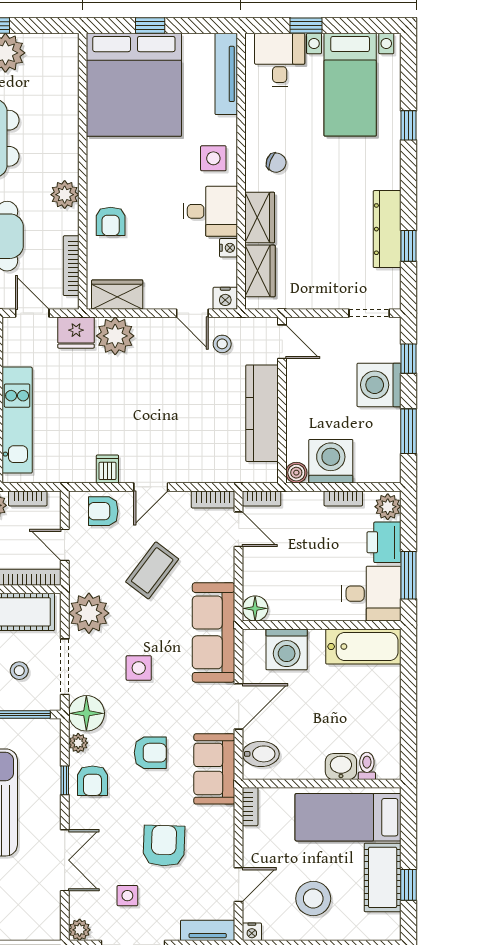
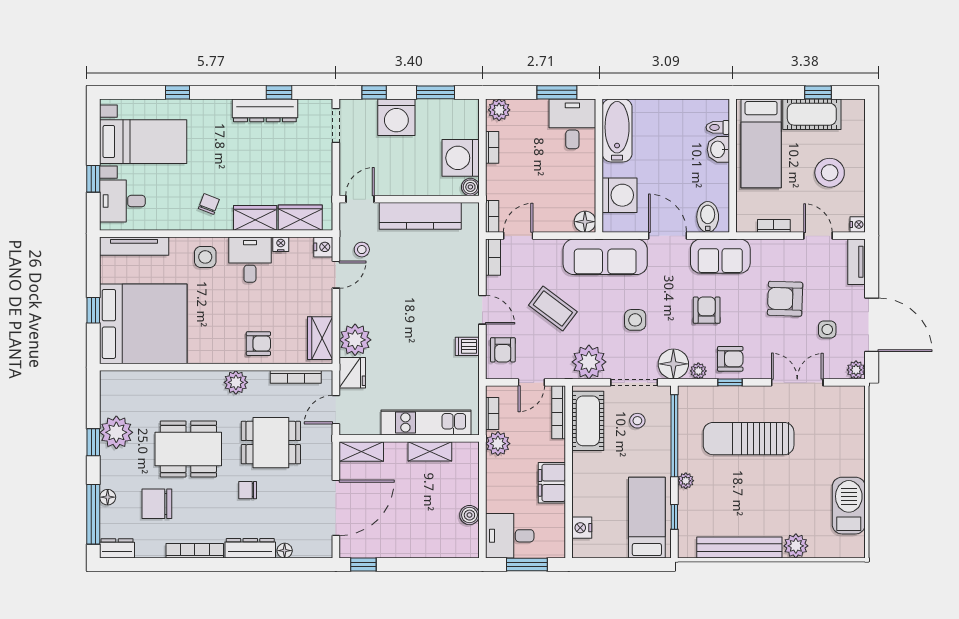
printer: (384, 542) -> (529, 113), removed
bookcase: (250, 807) -> (774, 226), moved

